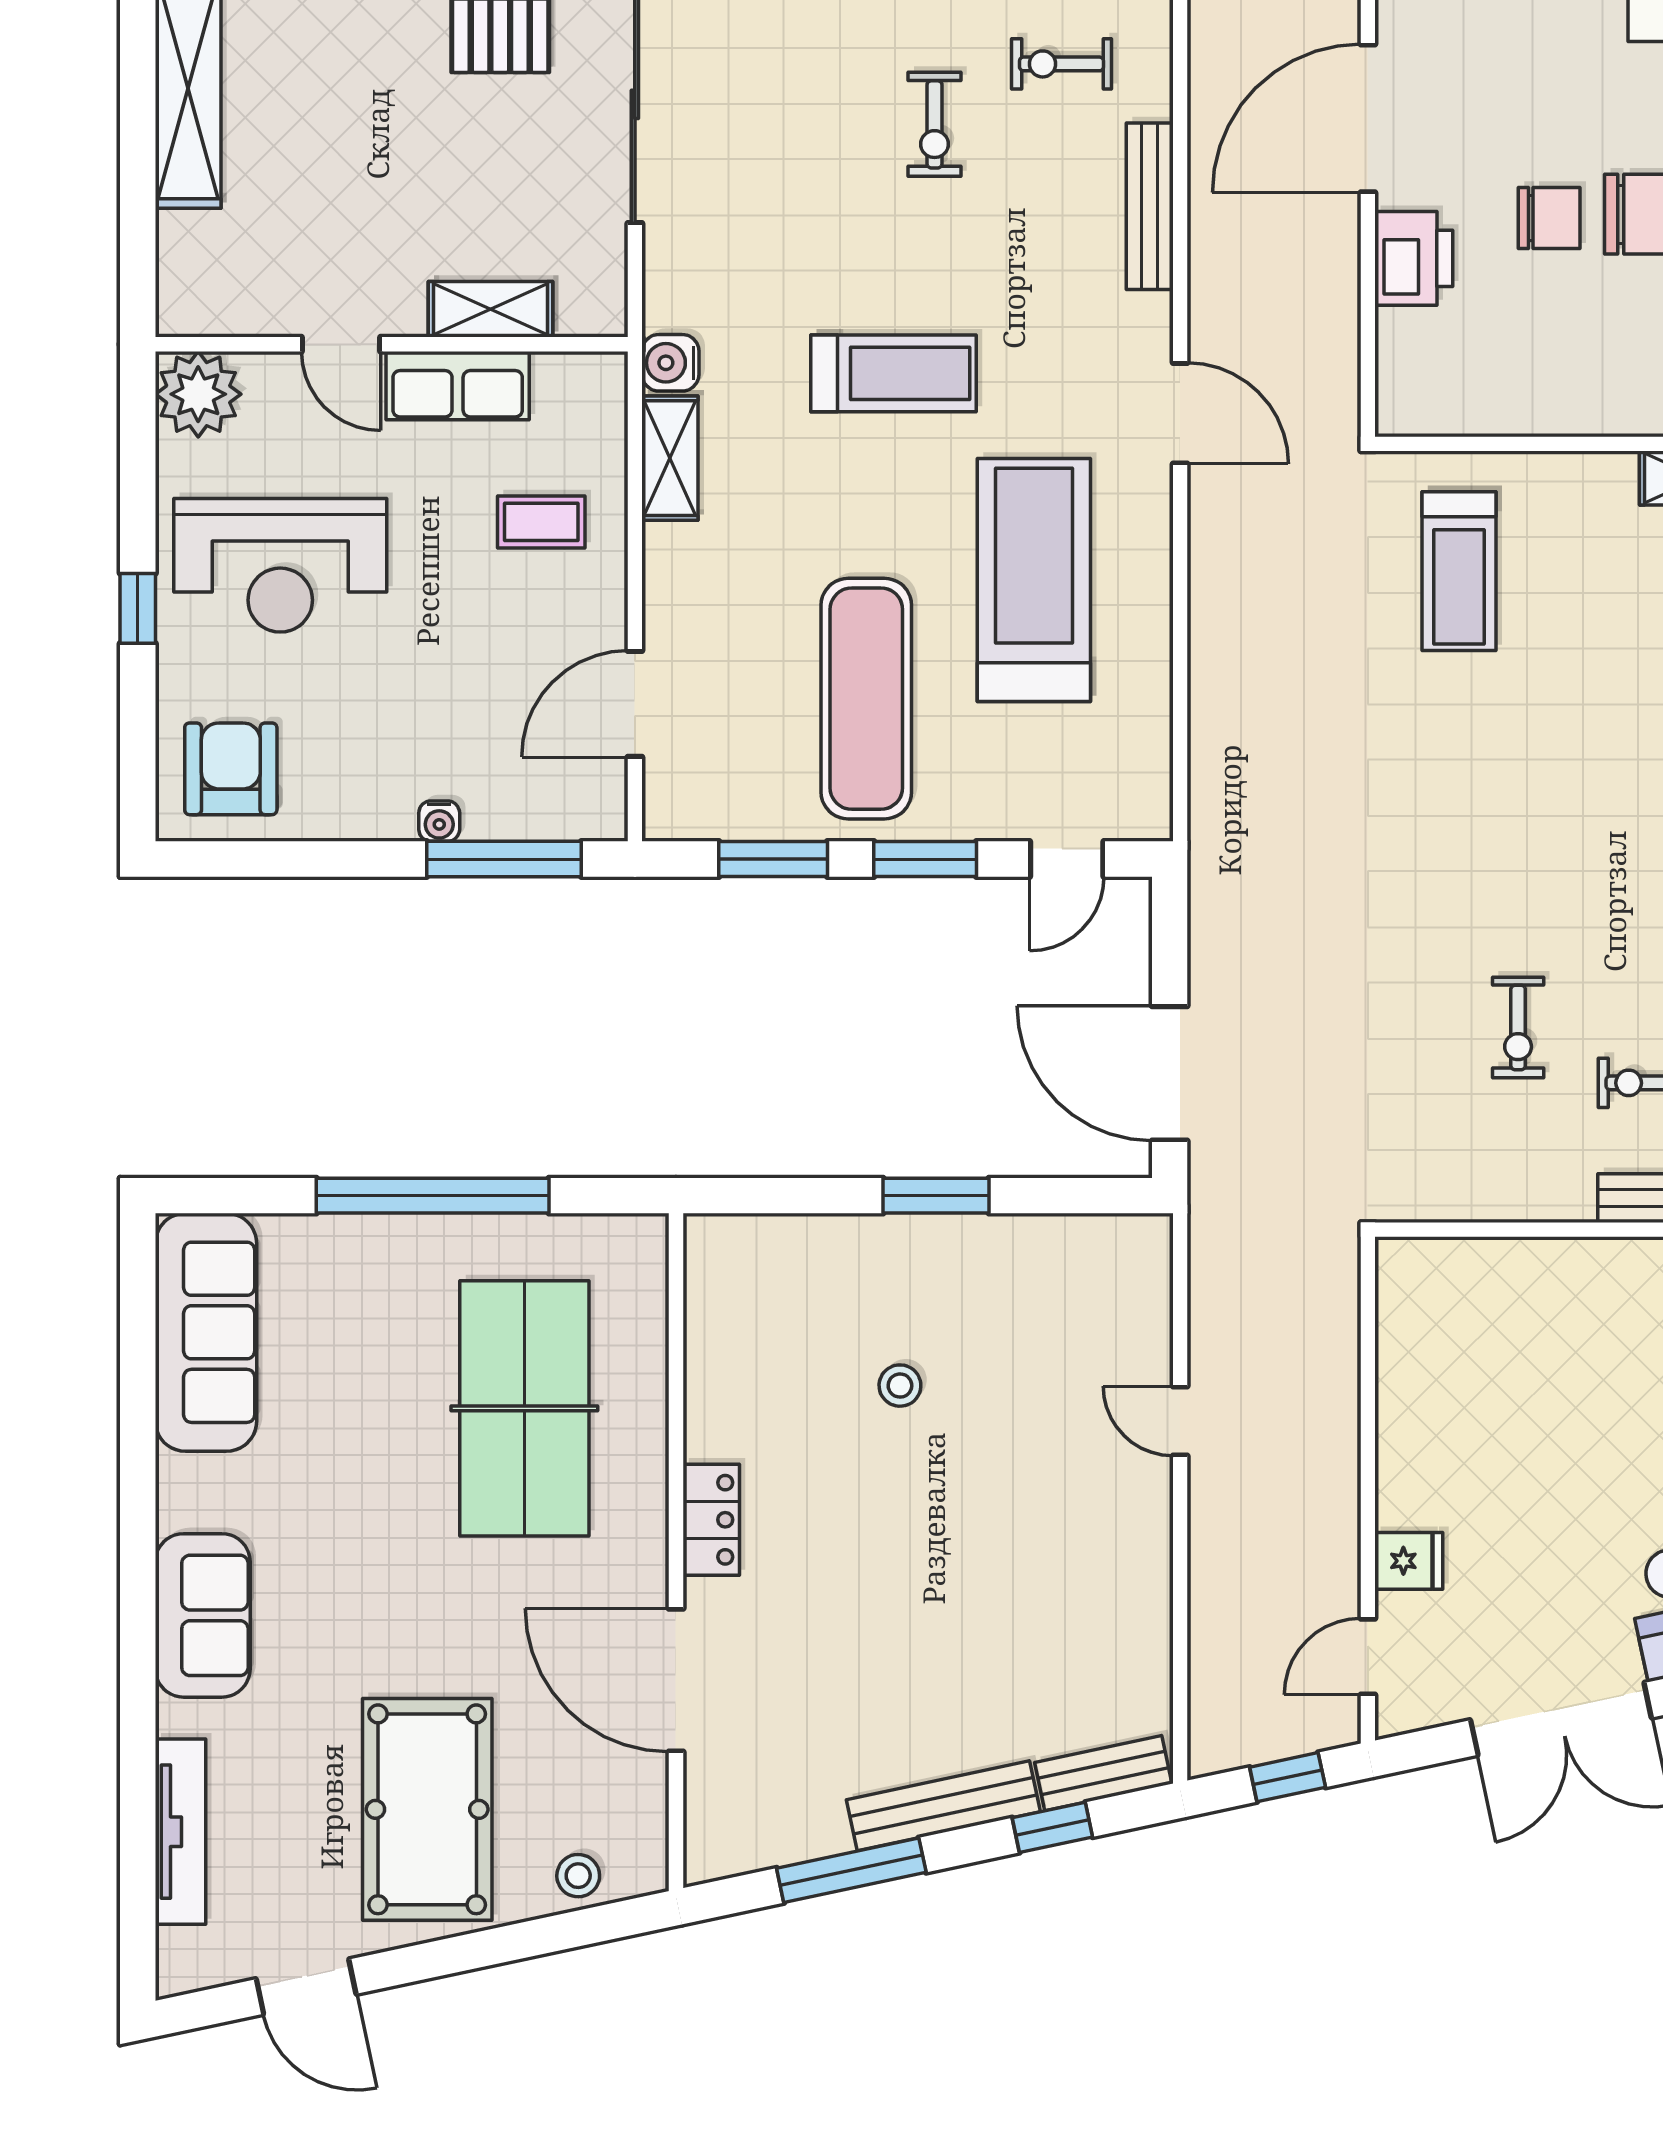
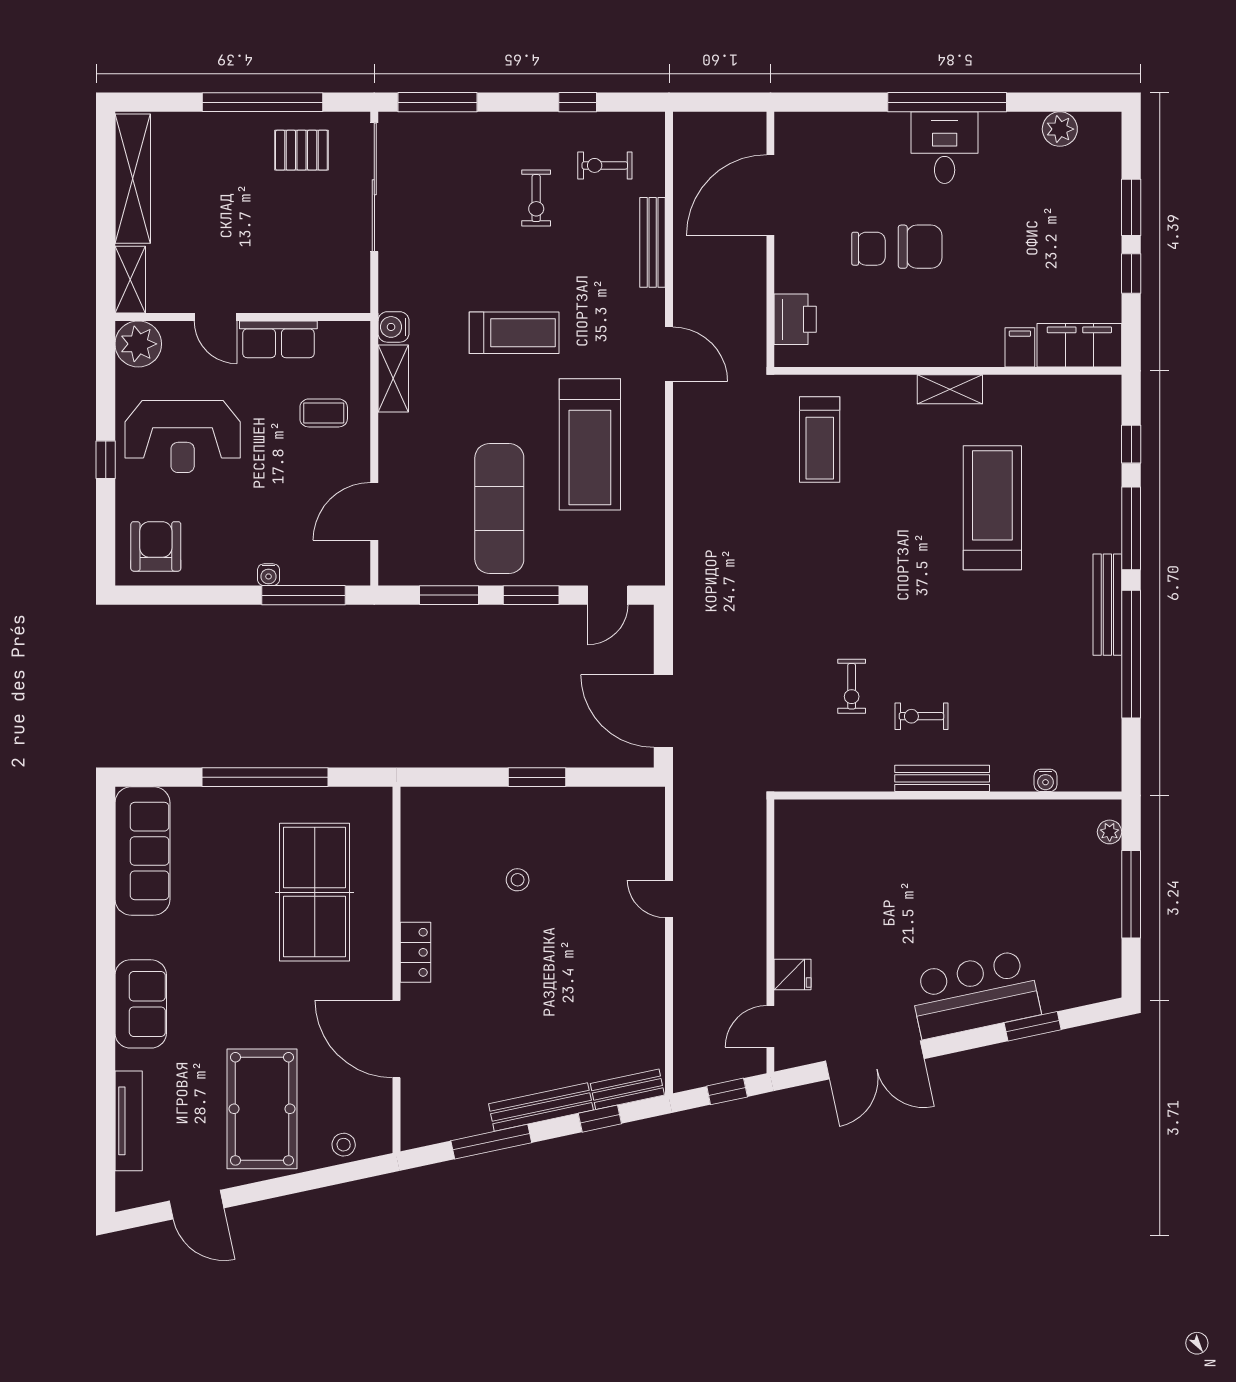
printer: (1414, 258) -> (795, 319), moved
shelving: (490, 309) -> (130, 280), moved, turned 90
treadmill: (1034, 580) -> (590, 444), turned 180

